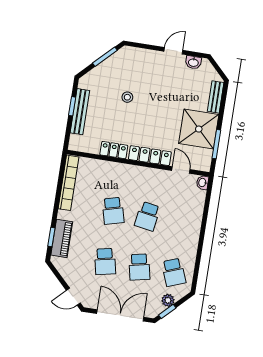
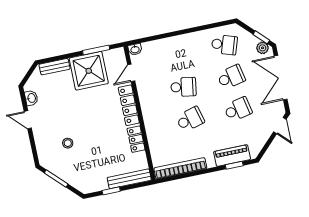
stool: (127, 97) -> (68, 143), moved
bench: (80, 112) -> (129, 179), moved
school desk: (174, 272) -> (224, 45), turned 39
plant: (168, 300) -> (263, 48), moved

